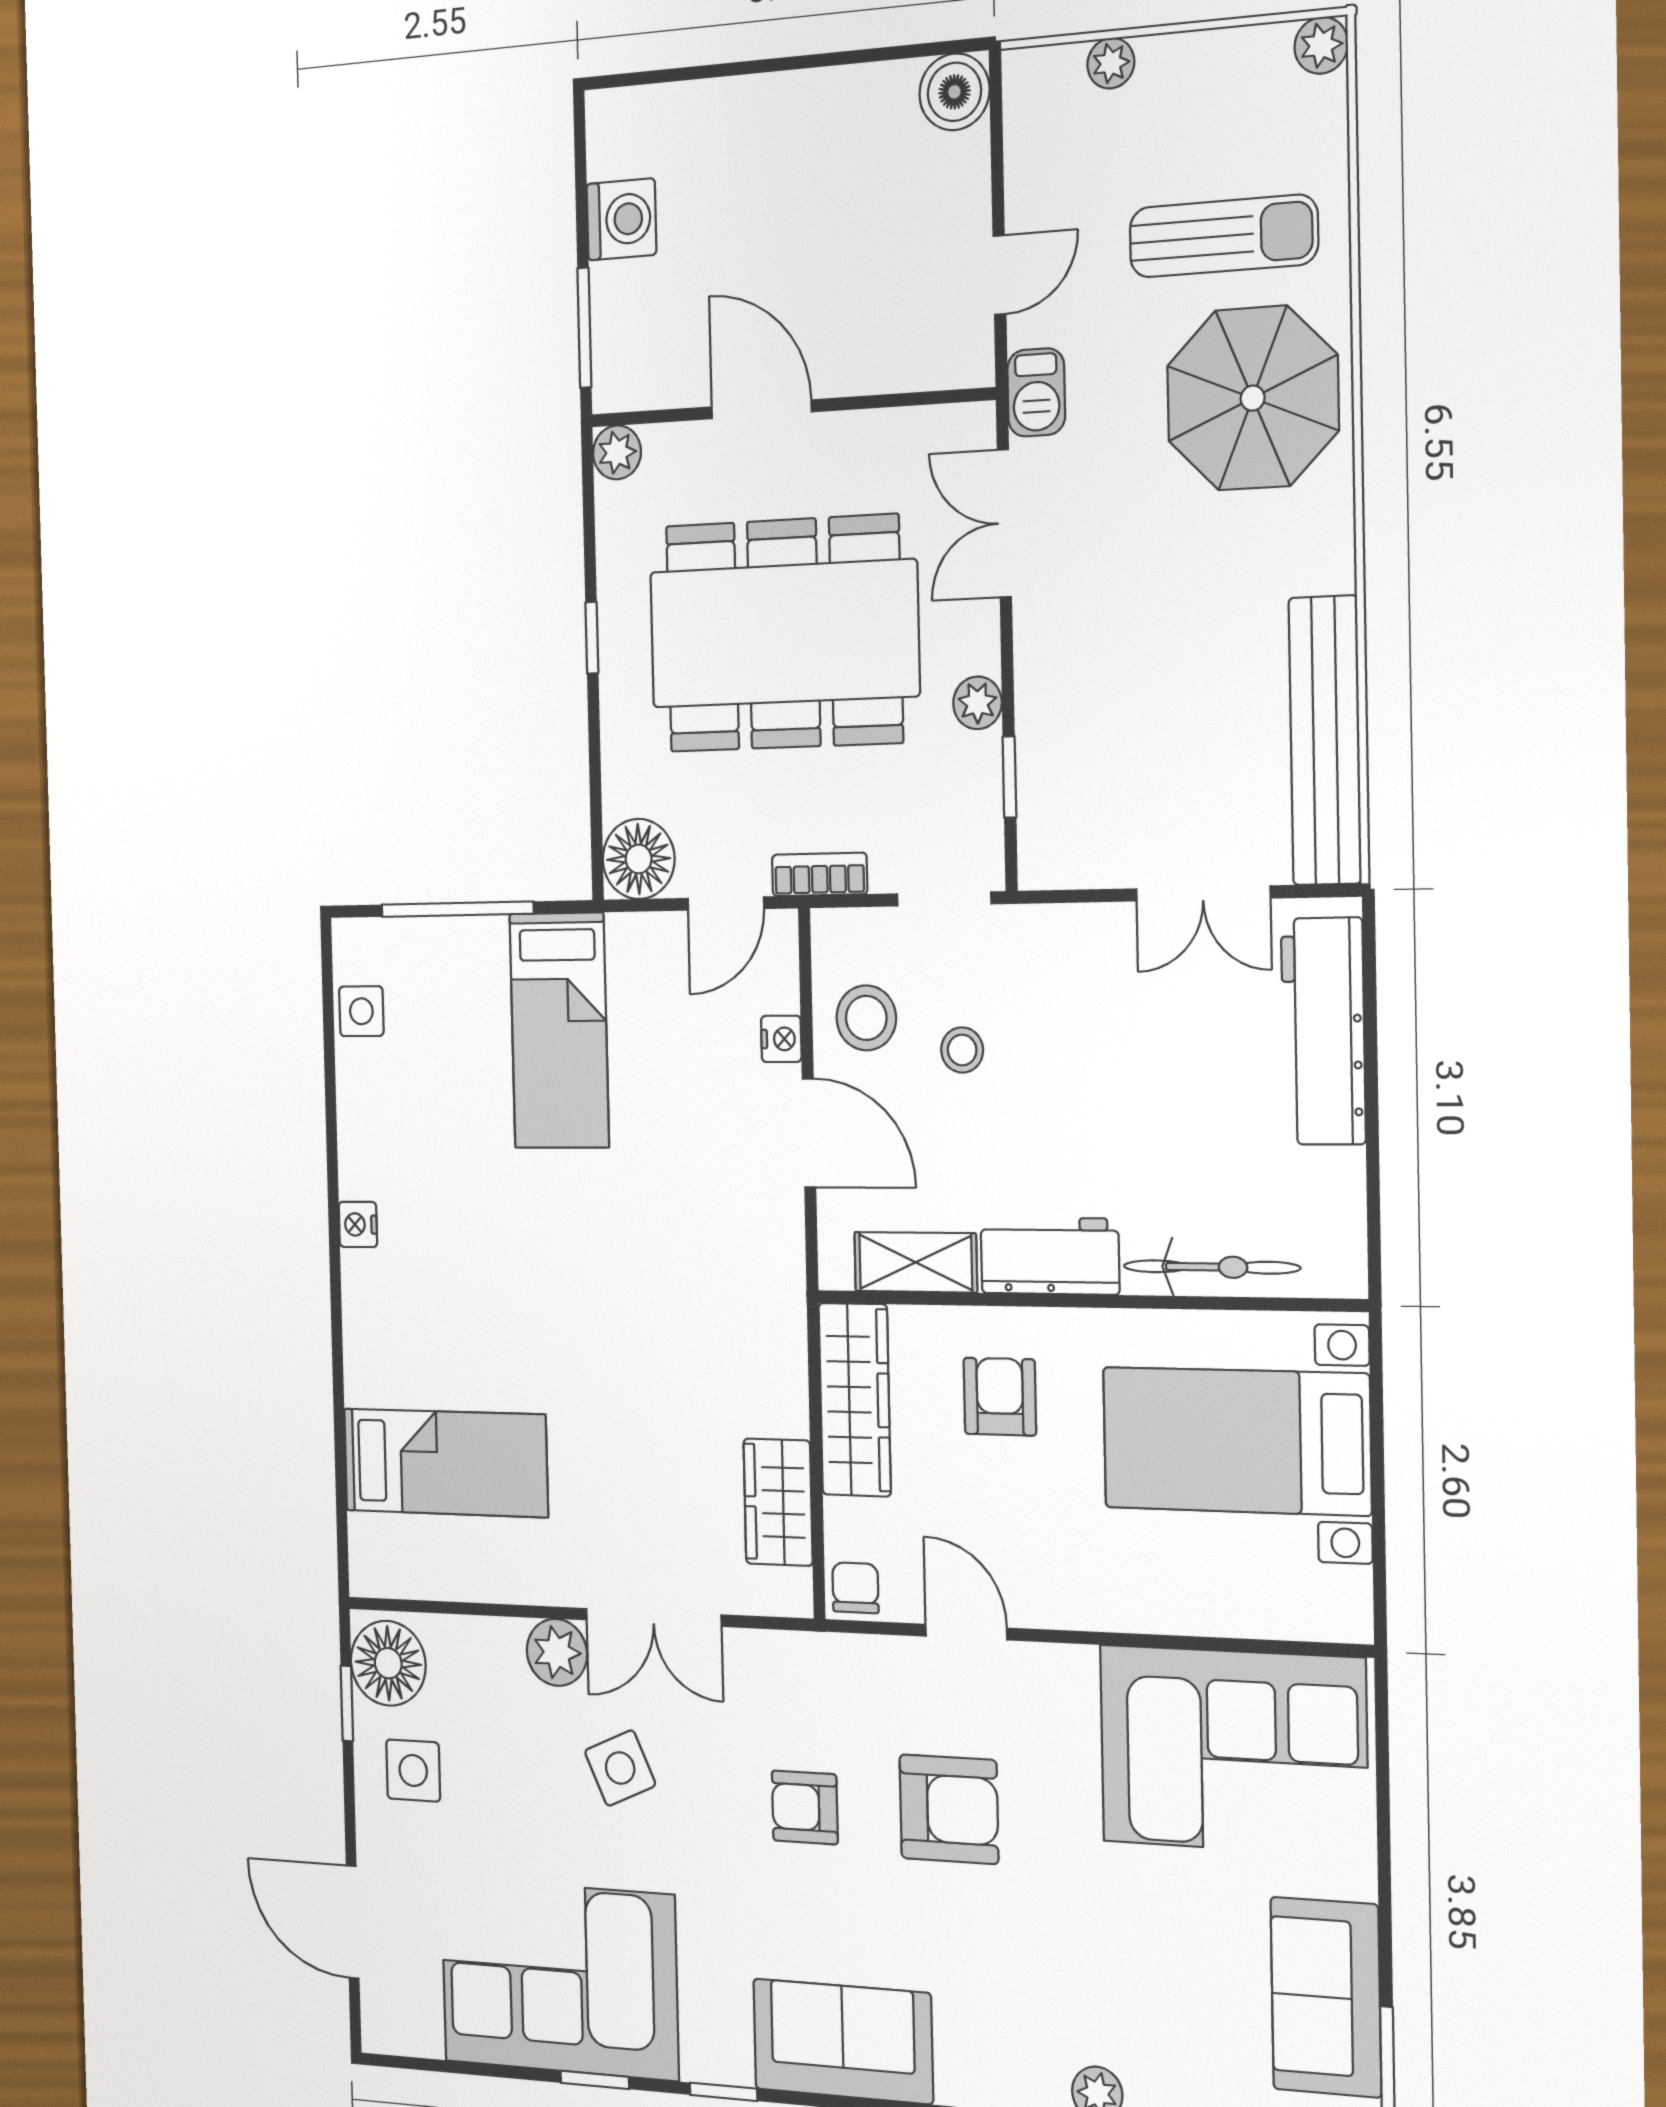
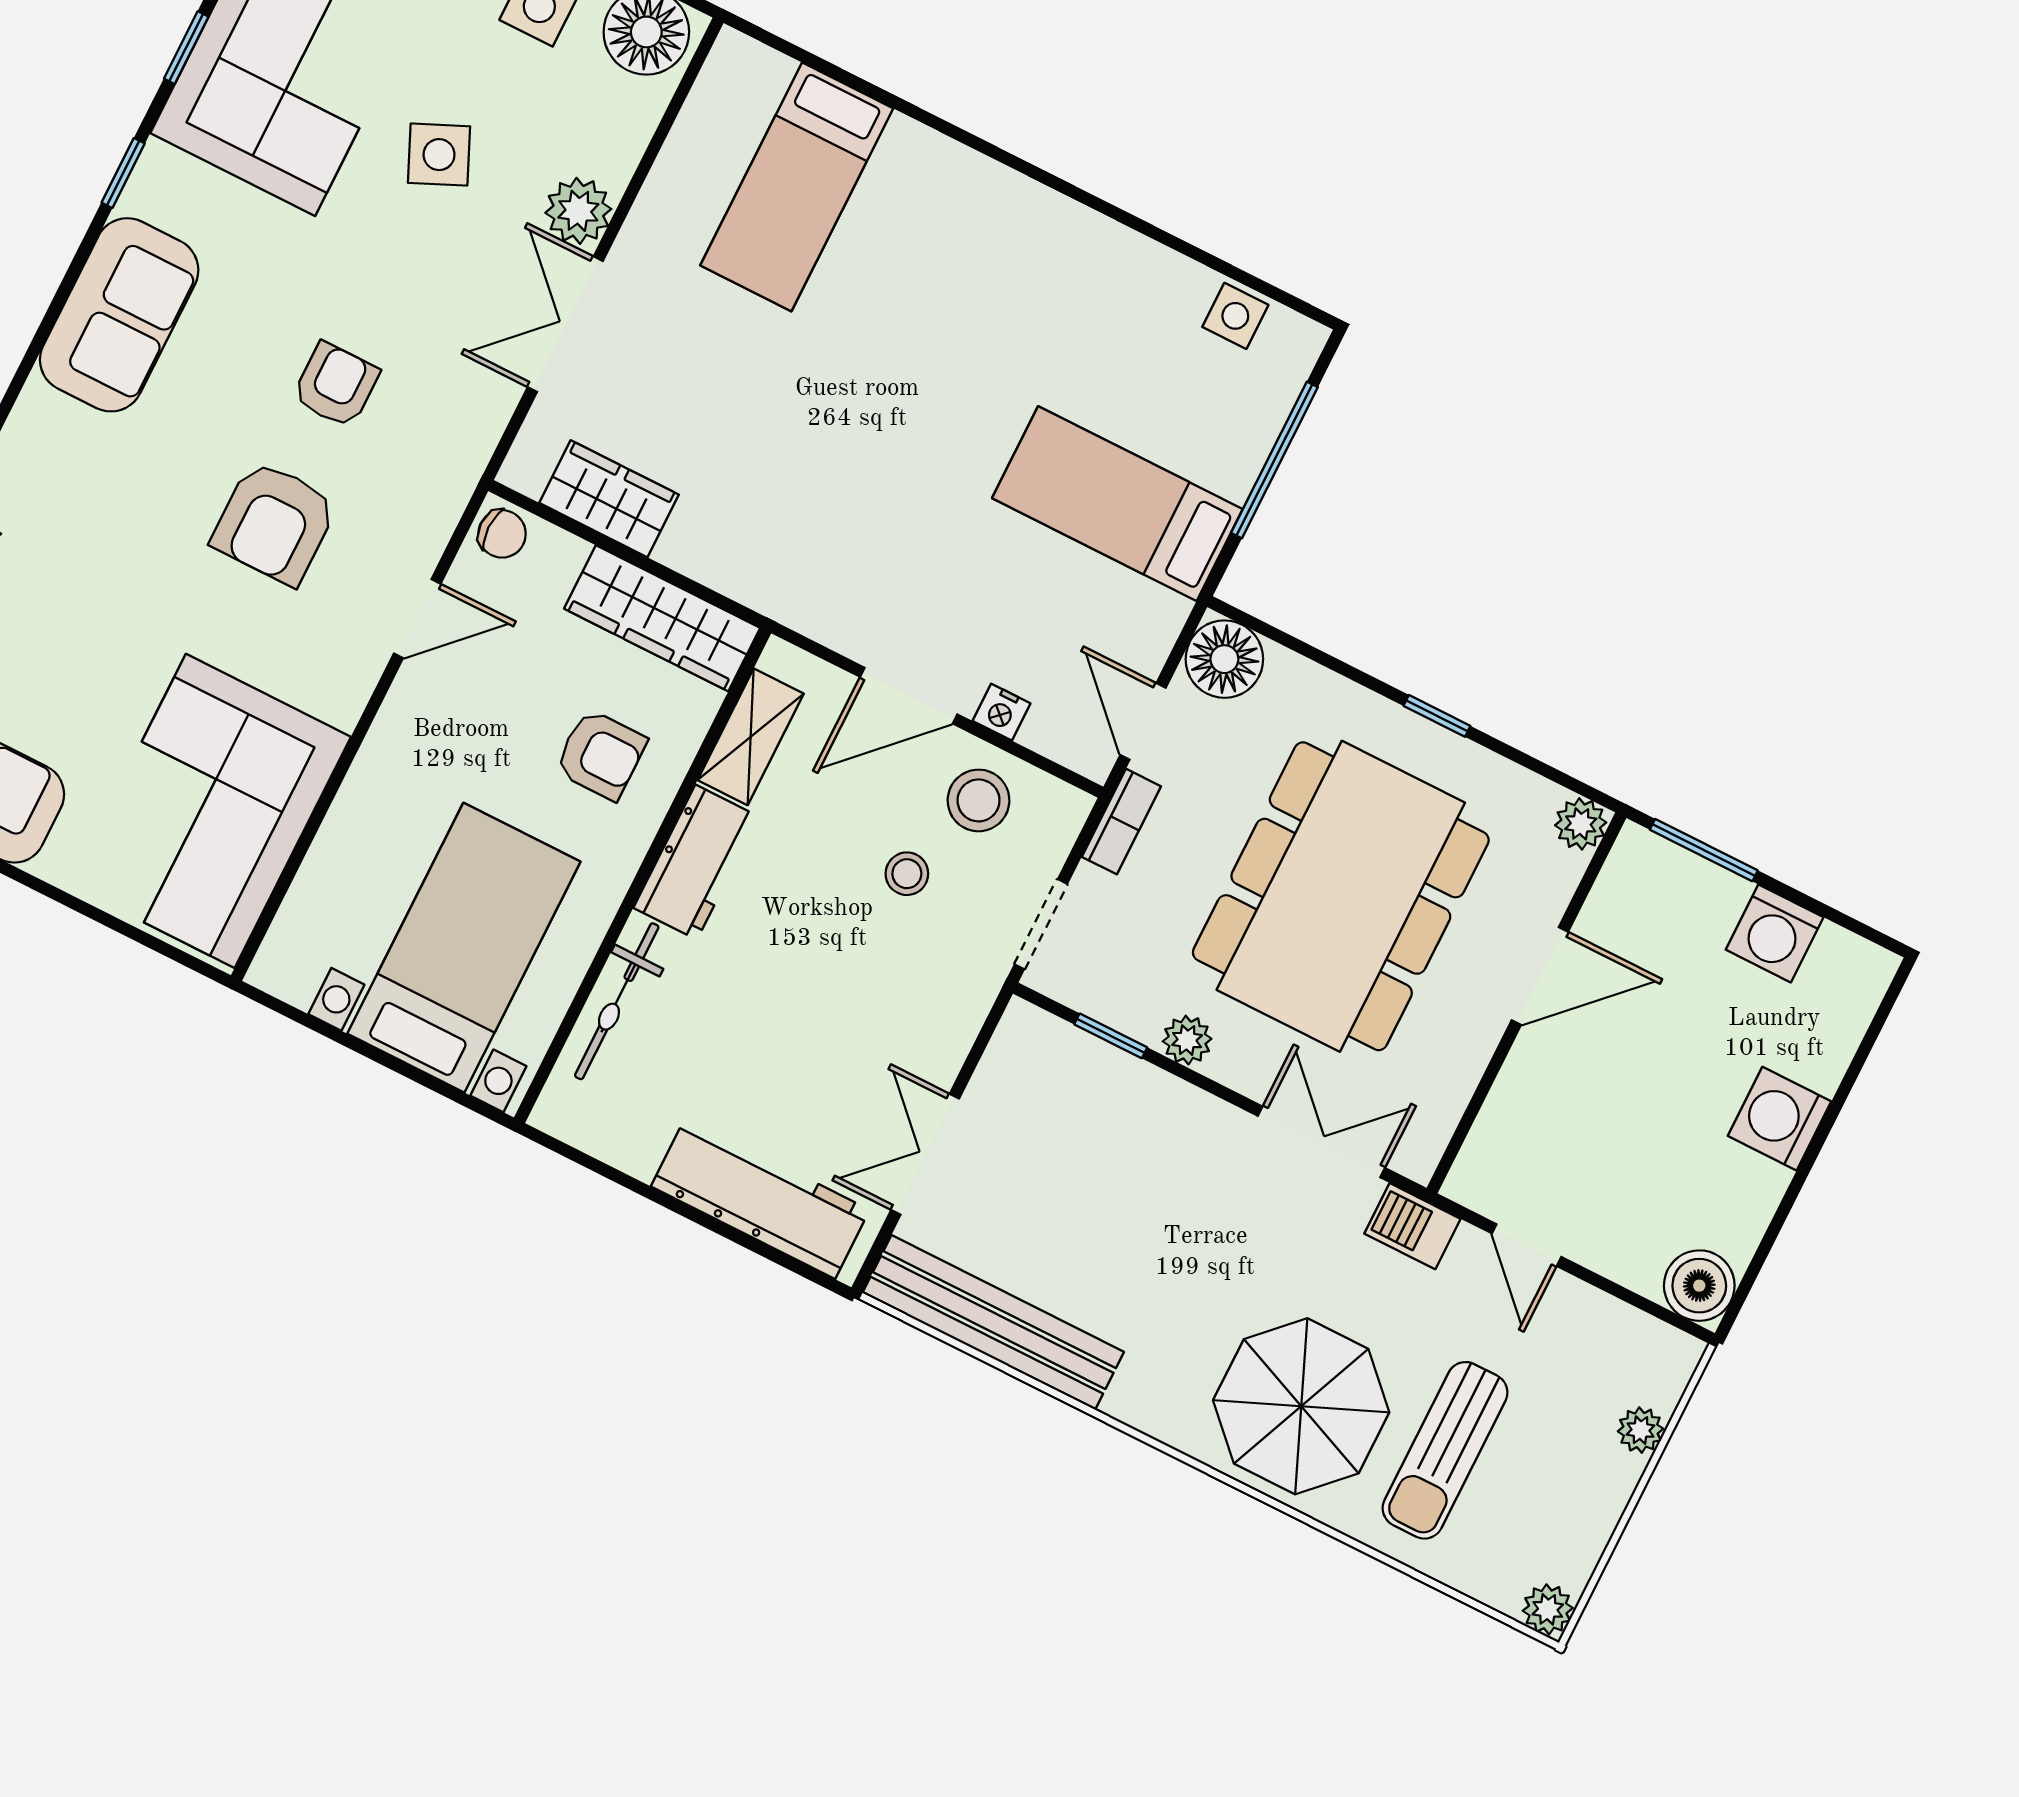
washing machine: (774, 113) -> (1779, 1119), added
nightstand: (358, 1224) -> (1050, 211), removed
side table: (620, 1768) -> (439, 155), moved

